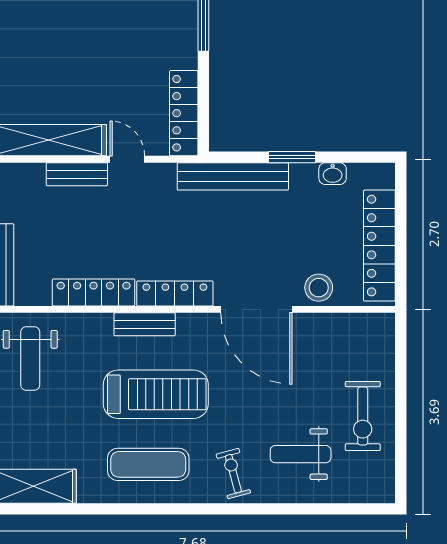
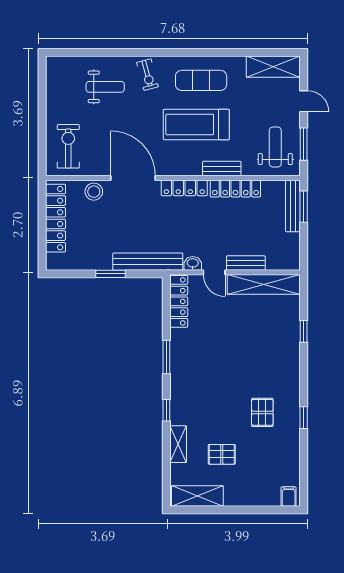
washbasin: (333, 174) -> (193, 263), moved
bench: (145, 324) -> (222, 169), moved
exercise bike: (363, 416) -> (68, 146), moved

